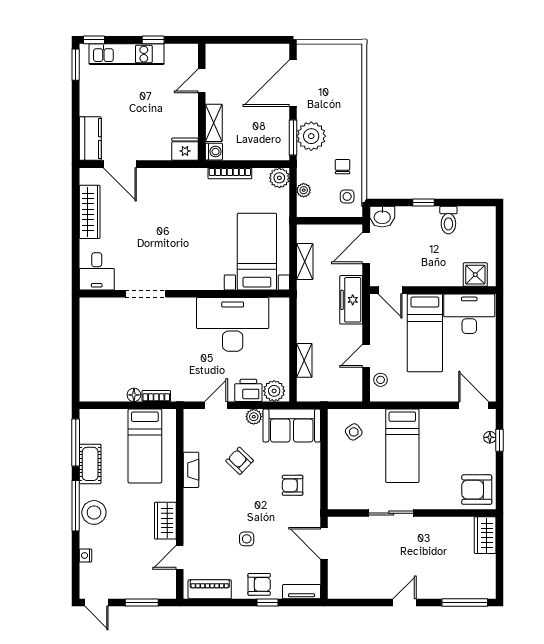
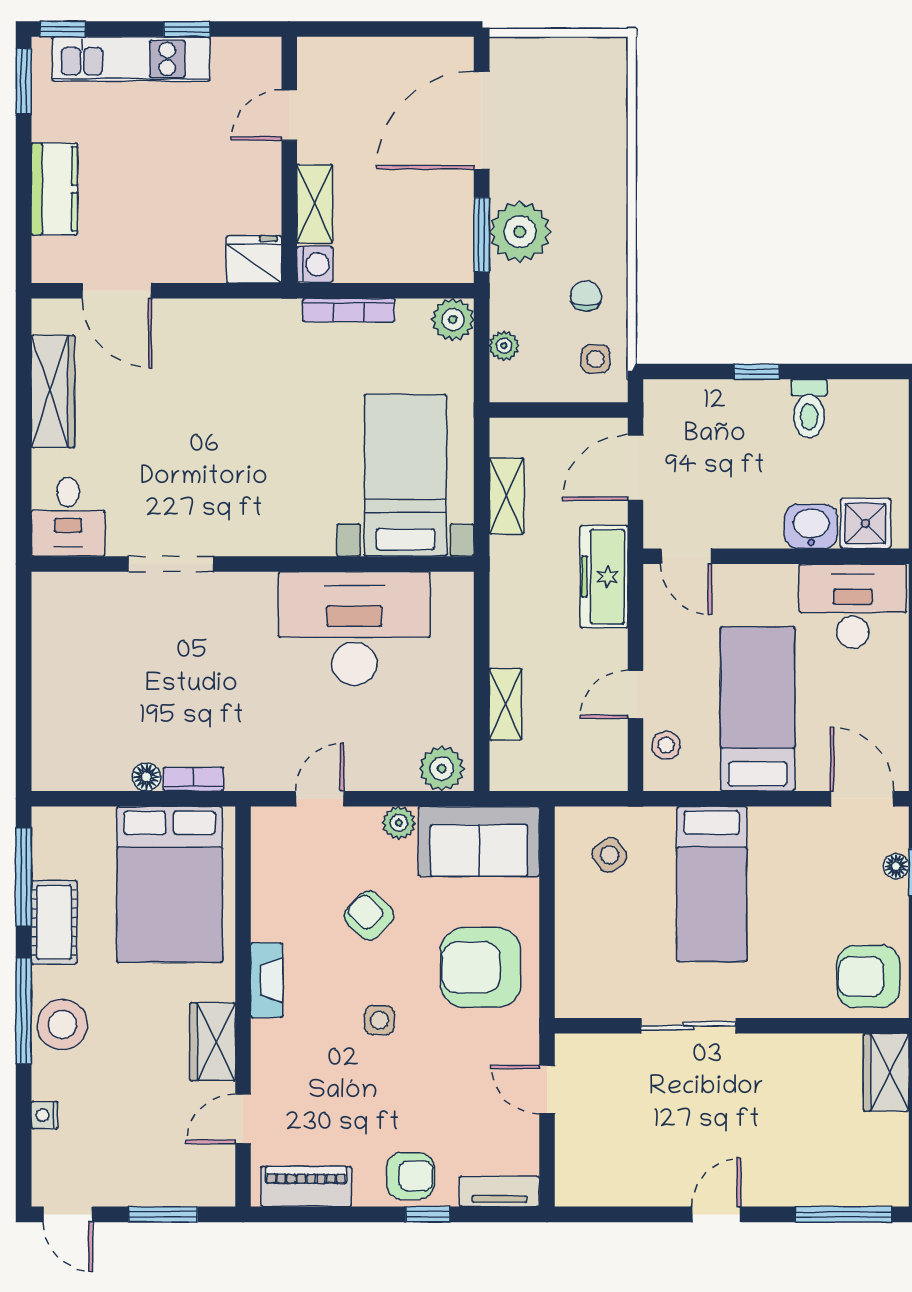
kitchen counter: (90, 139) -> (54, 189), moved
washbasin: (382, 217) -> (811, 526), moved, turned 180
bed: (425, 333) -> (758, 709), moved, turned 180
printer: (248, 390) -> (388, 767), removed
bed: (145, 446) -> (170, 884), width x1.50
fireplace: (191, 470) -> (267, 980), moved
armchair: (293, 485) -> (481, 967), width x1.88, depth x1.88
side table: (247, 539) -> (380, 1020), moved
door: (324, 543) -> (547, 1089), width x0.73

